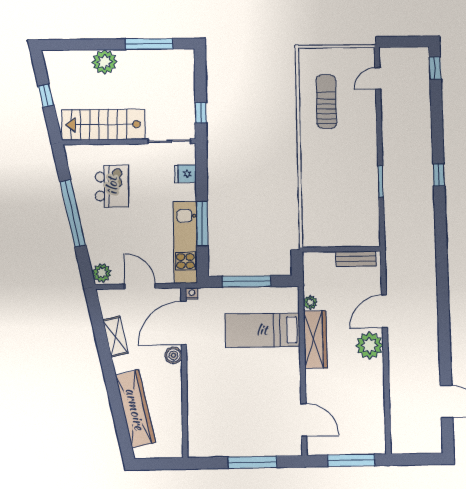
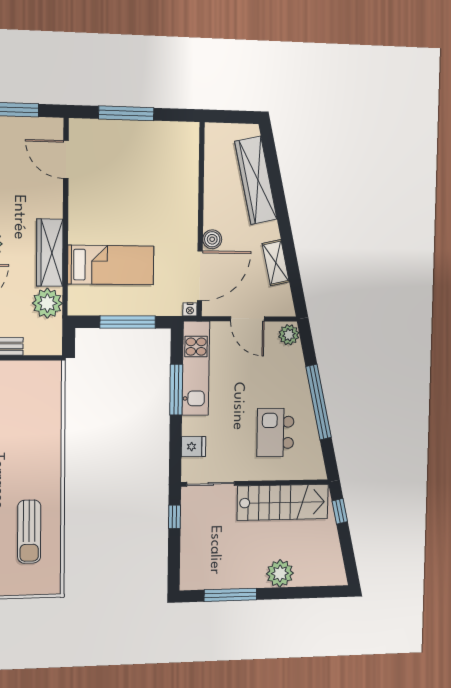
window: (46, 96) -> (340, 511), moved
plant: (310, 302) -> (47, 303), width x1.87, depth x1.87

